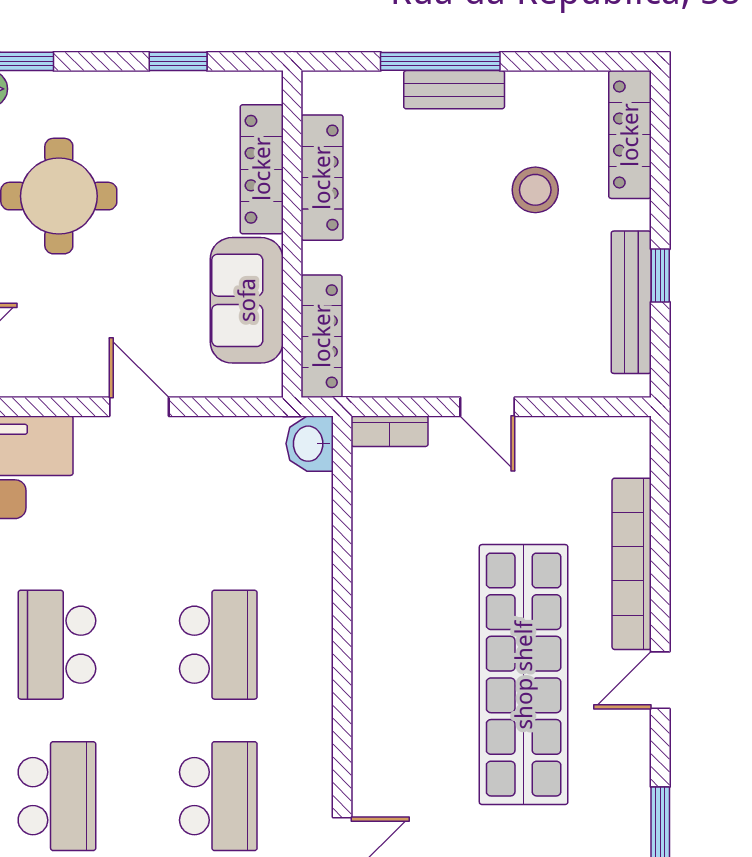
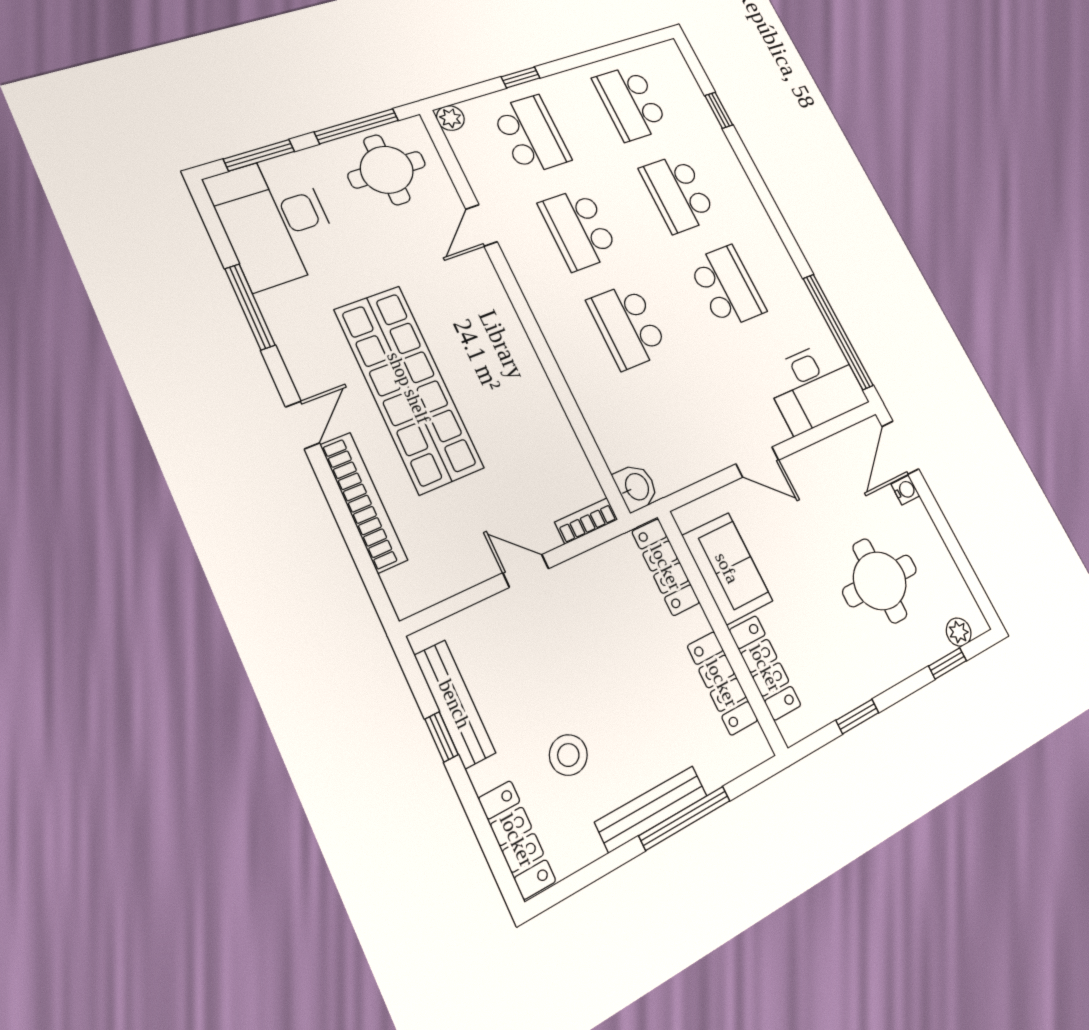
bench: (454, 90) -> (651, 809), width x1.36

